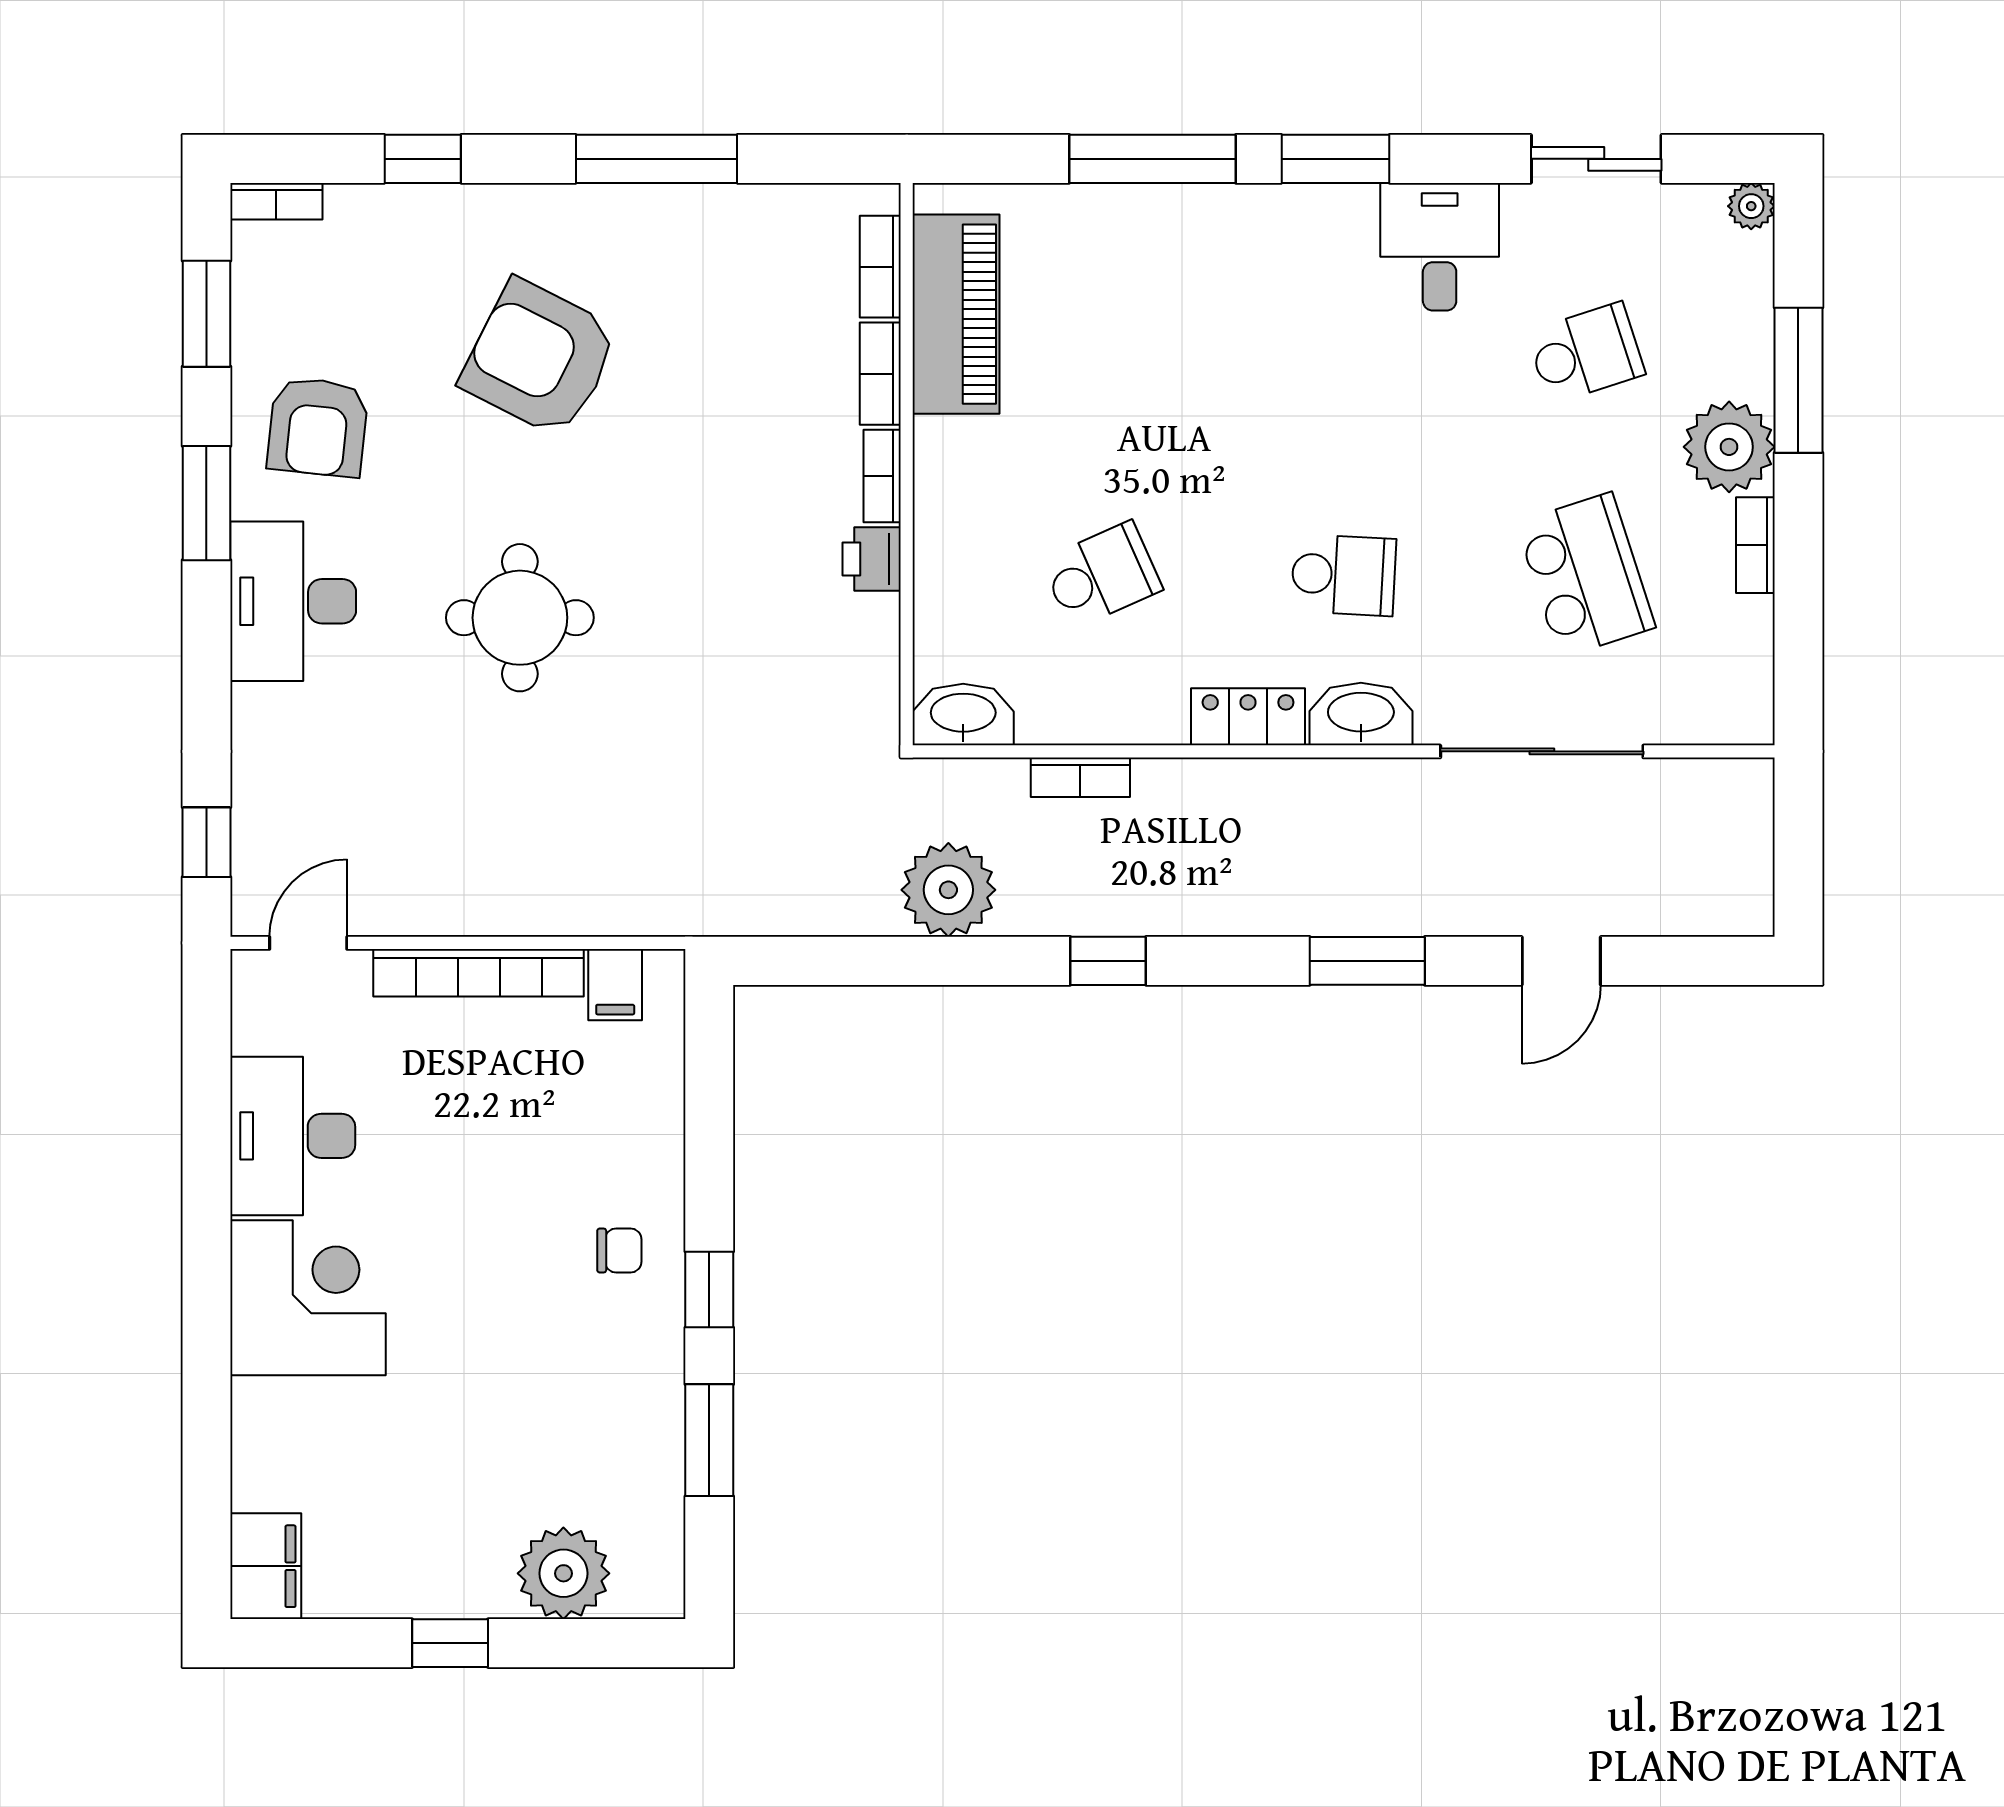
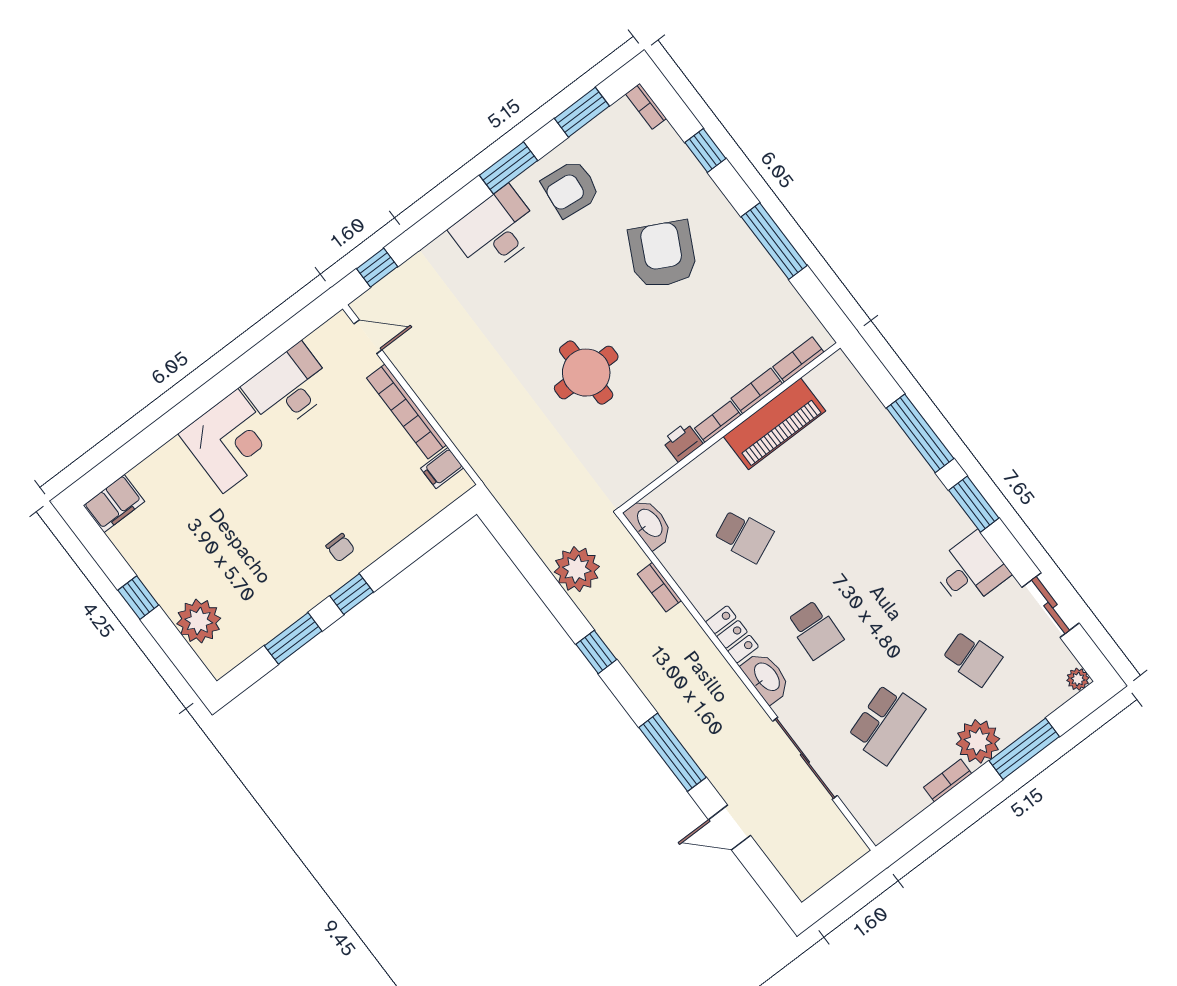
piano: (956, 314) -> (775, 424), moved
round table: (520, 618) -> (586, 373), moved
window: (1367, 961) -> (672, 752), width x1.44

